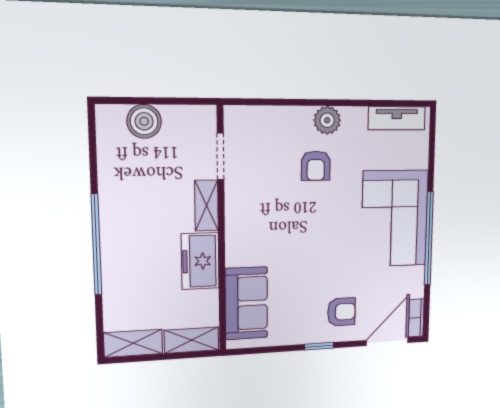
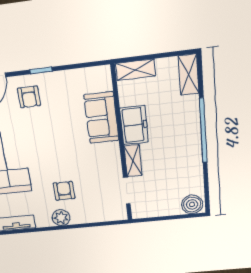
boiler: (144, 121) -> (192, 204), moved
sofa: (246, 303) -> (101, 118), moved
armchair: (341, 312) -> (29, 97), turned -90
shelving: (133, 343) -> (189, 75), moved, turned 90

